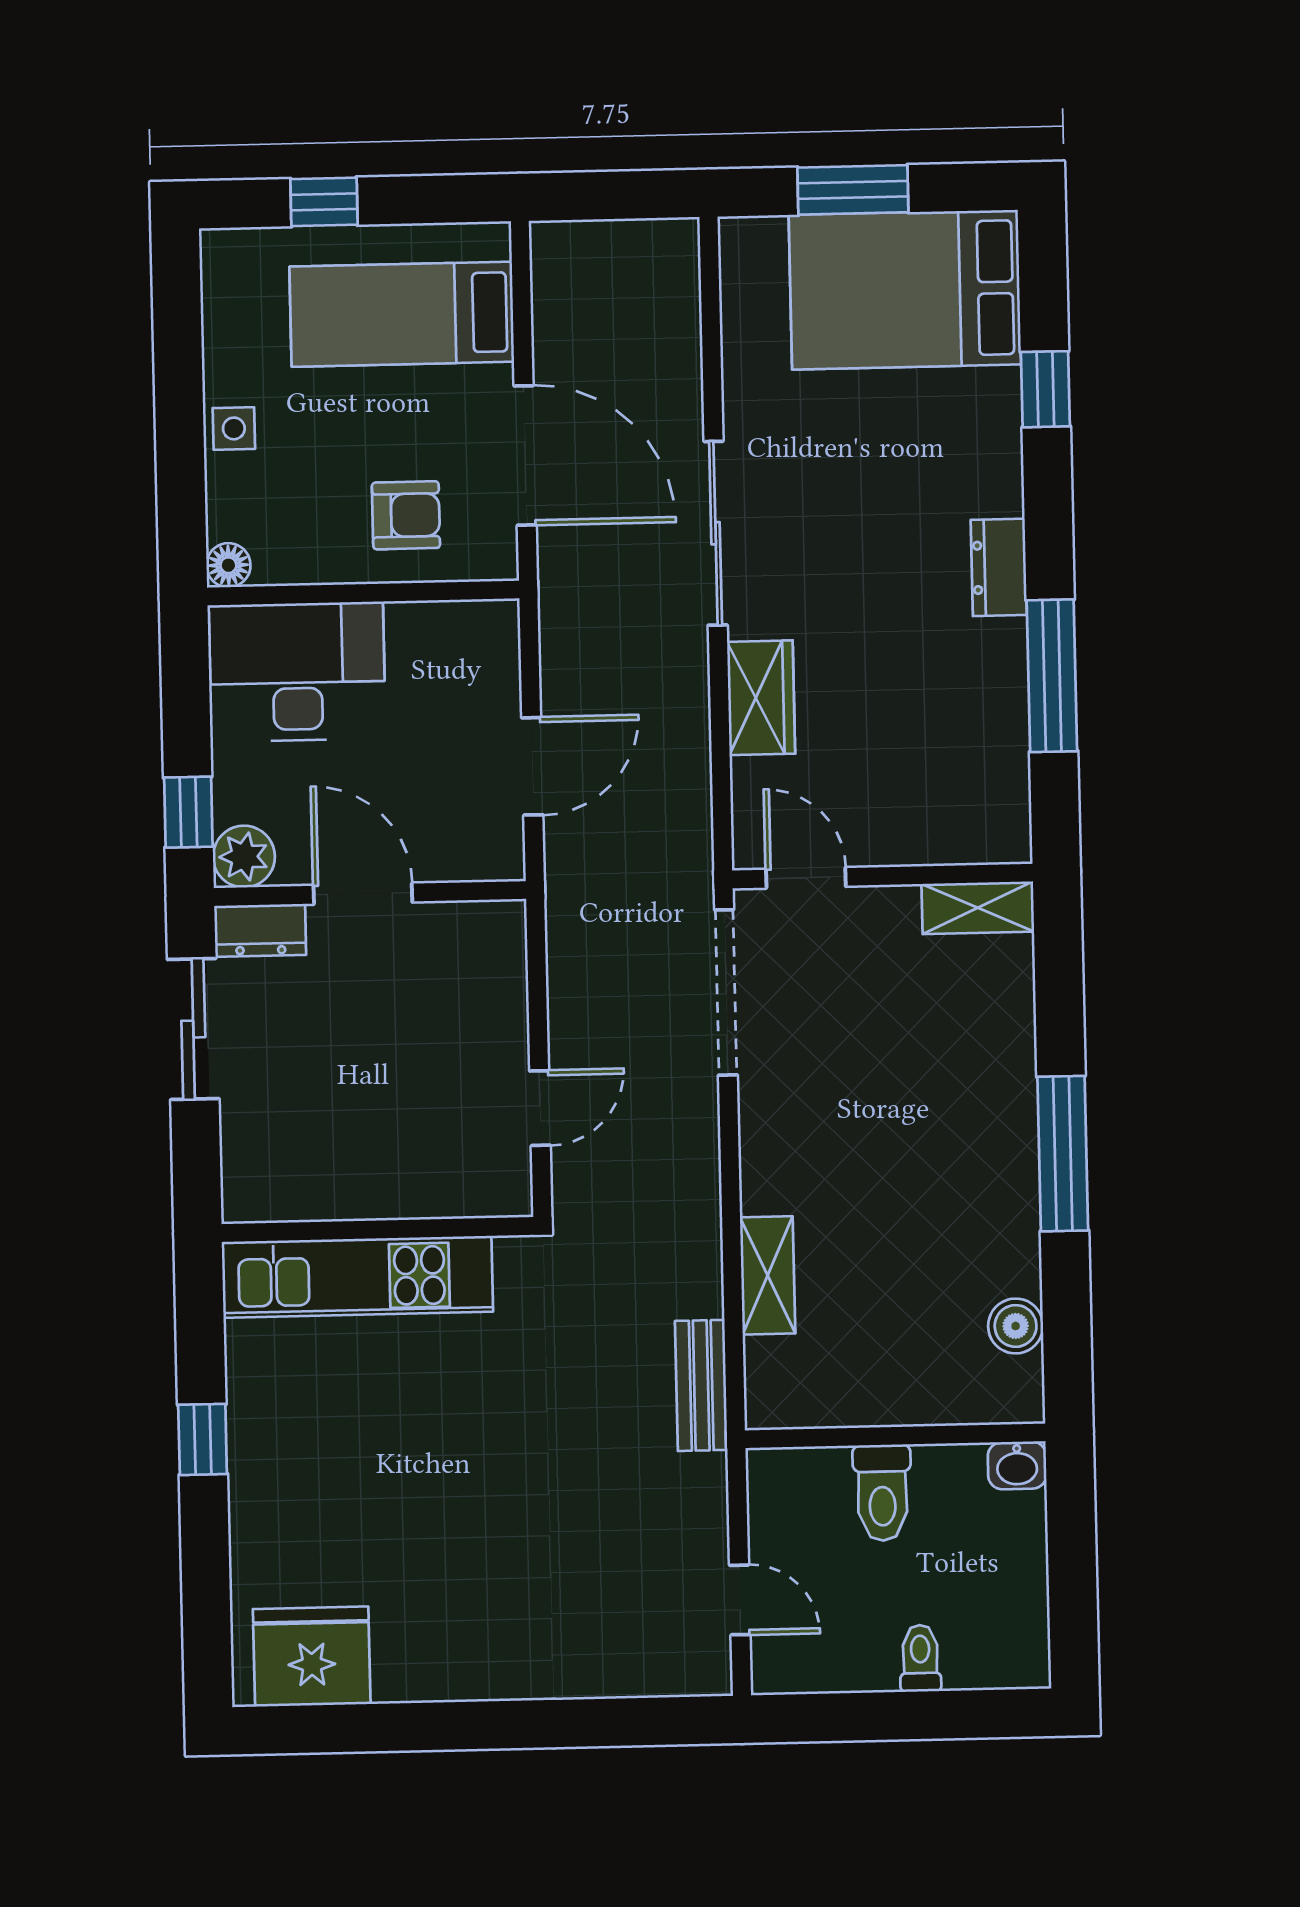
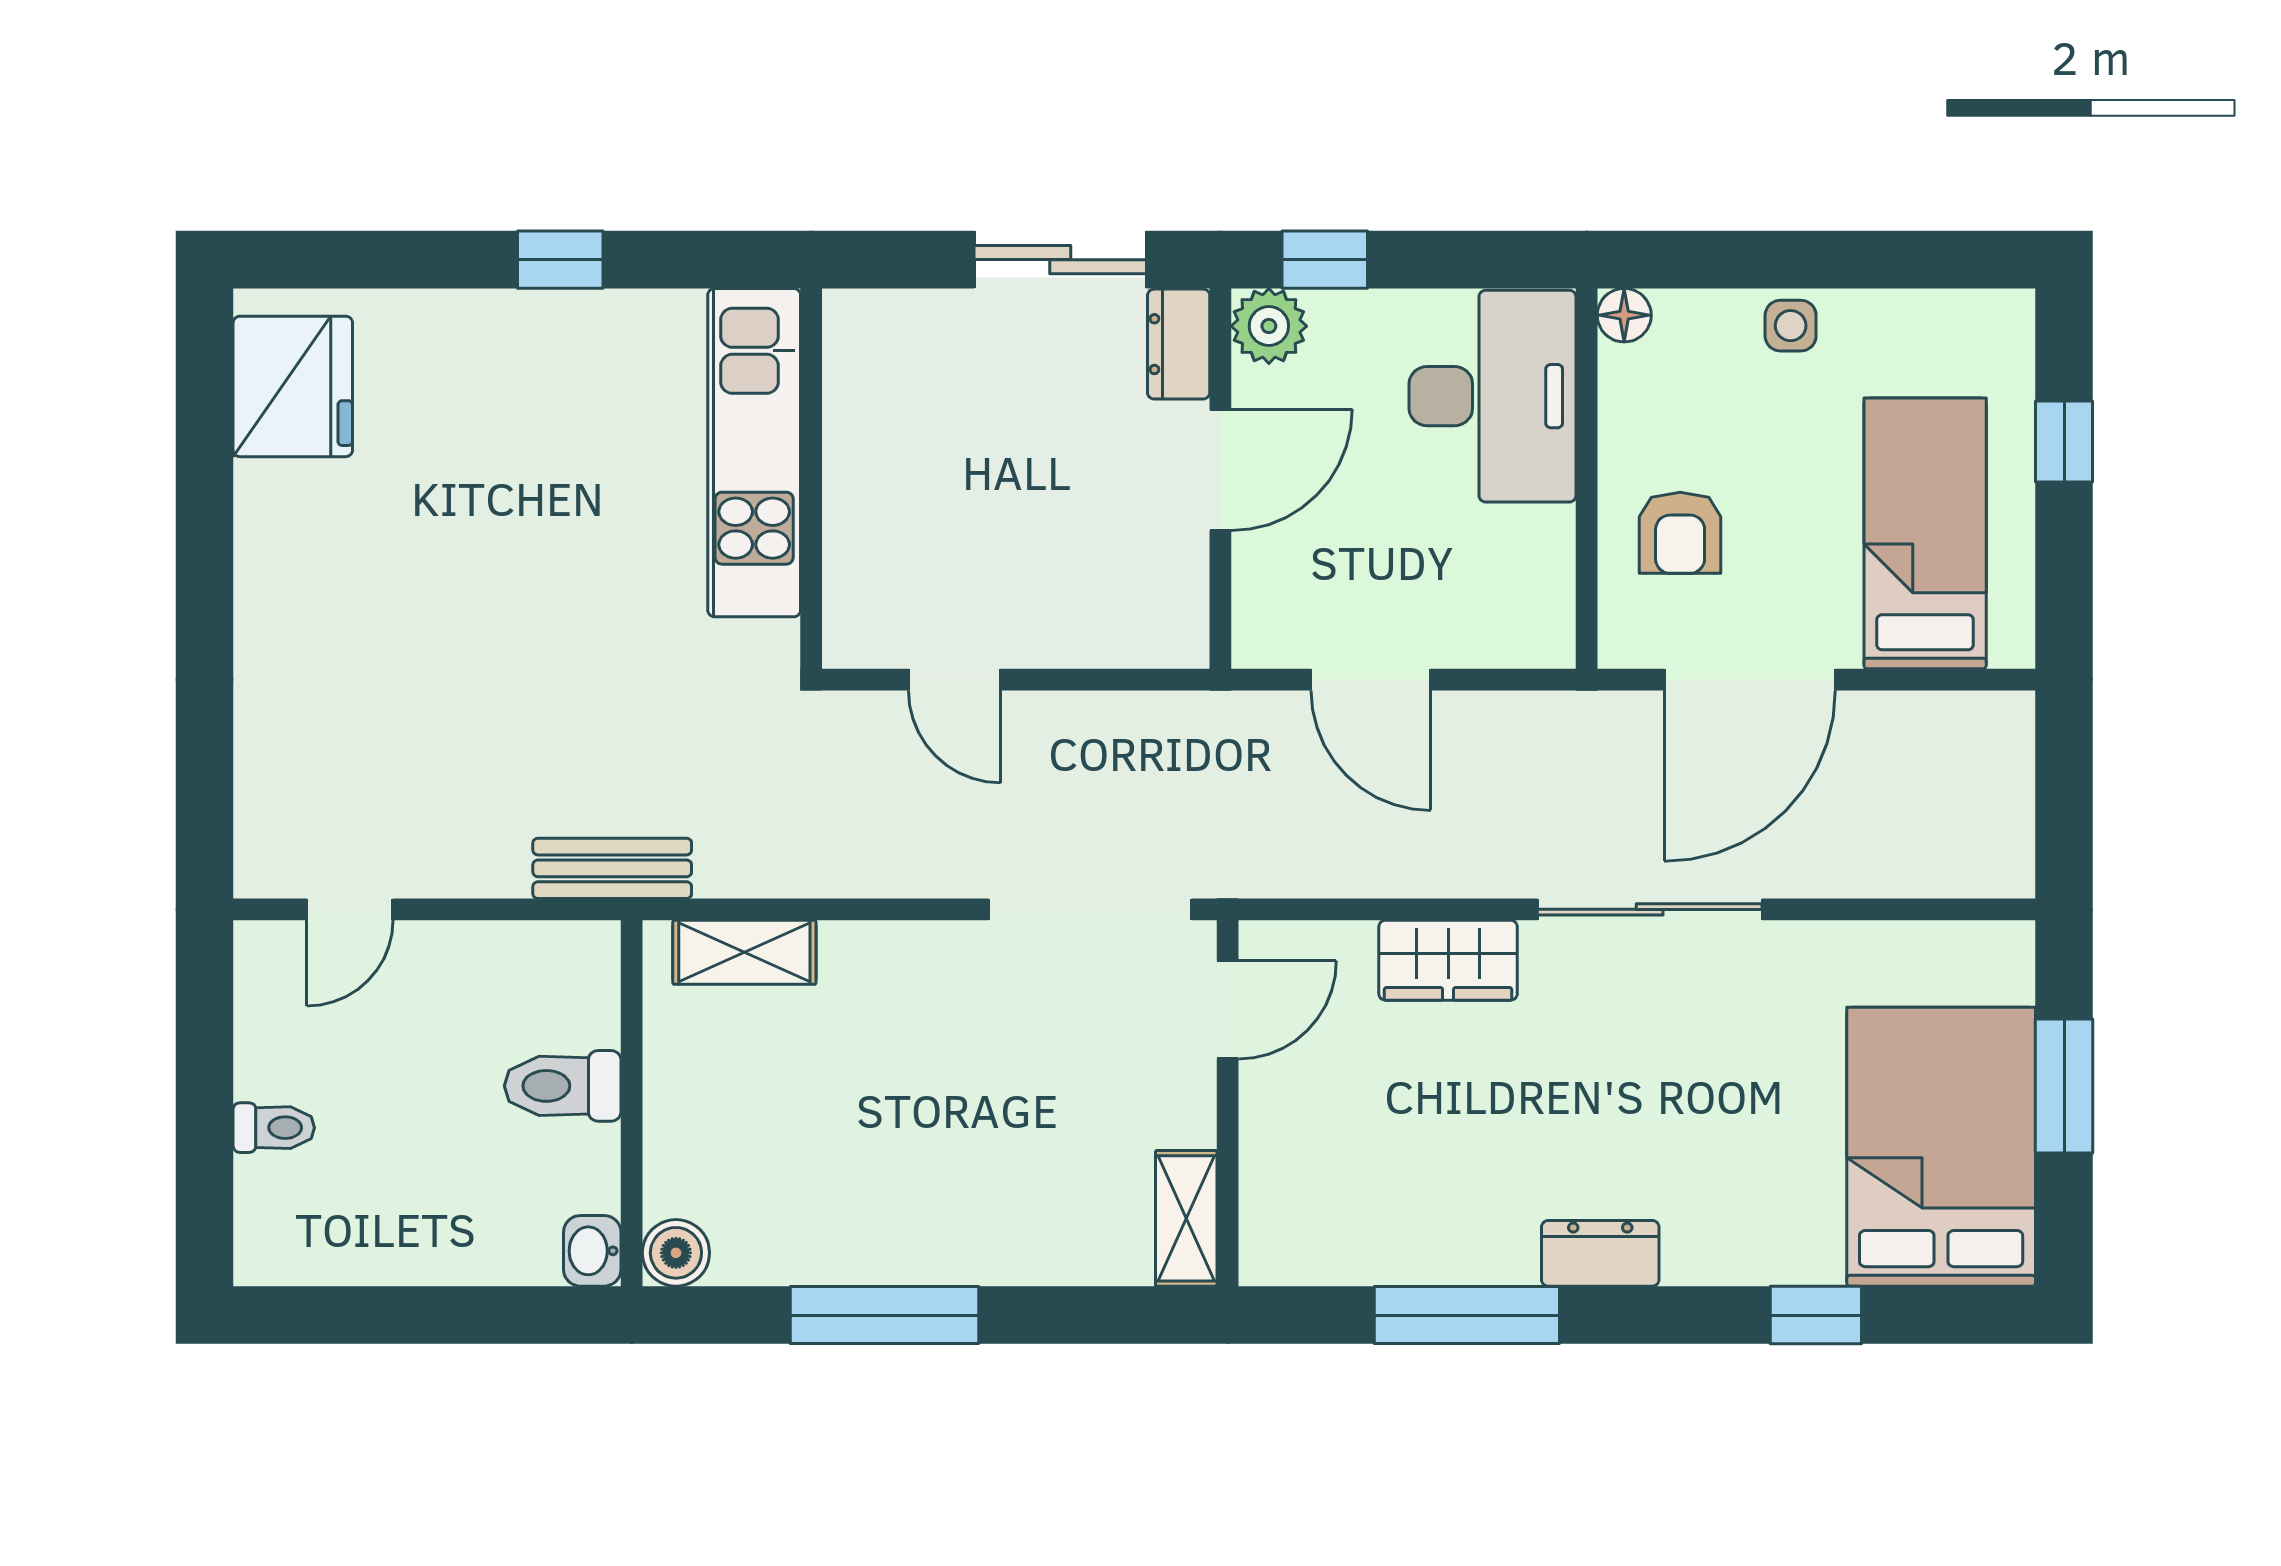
wall: (895, 1436) -> (632, 1103), moved
washbasin: (1017, 1465) -> (592, 1251), moved
toilet: (882, 1493) -> (563, 1086), moved

